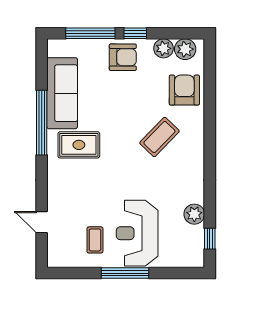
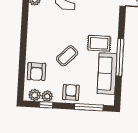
window: (135, 33) -> (46, 105), moved
armchair: (123, 57) -> (71, 92), turned 90
coffee table: (159, 137) -> (67, 56), moved

